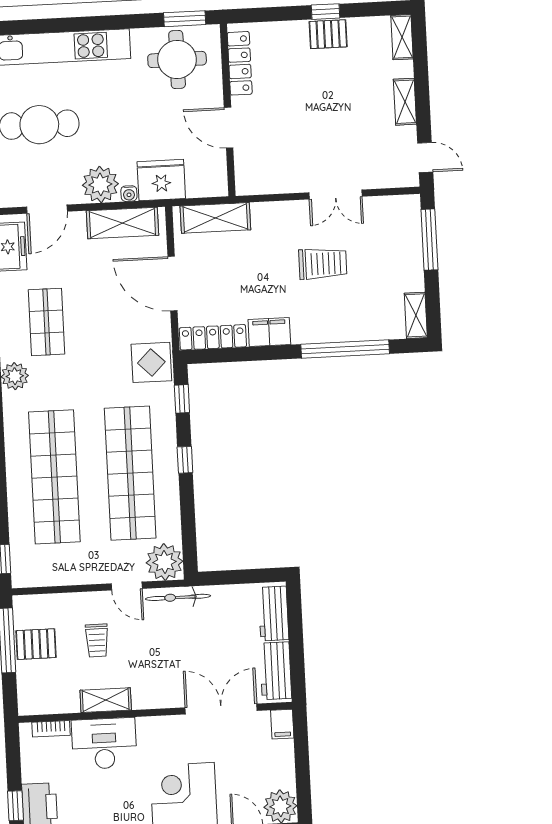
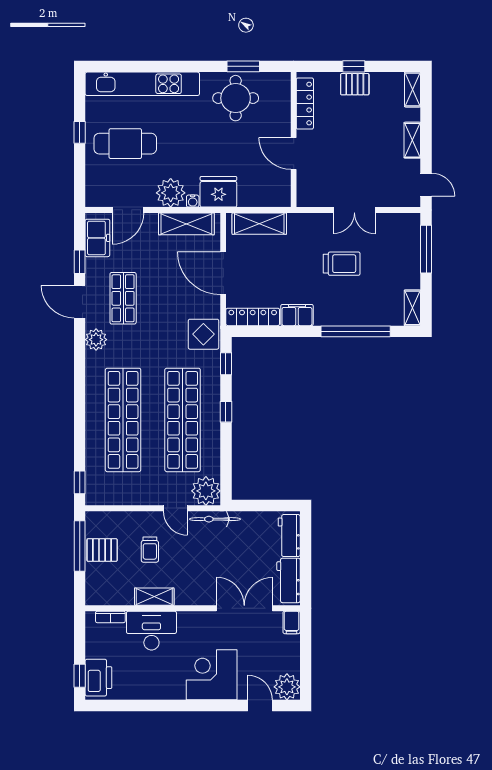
locker: (240, 63) -> (305, 104), moved
wall: (228, 110) -> (294, 140), moved
door: (229, 128) -> (294, 153), moved

